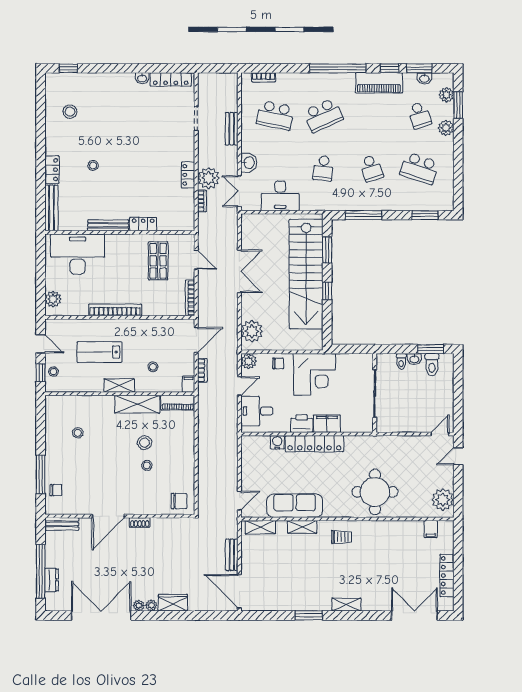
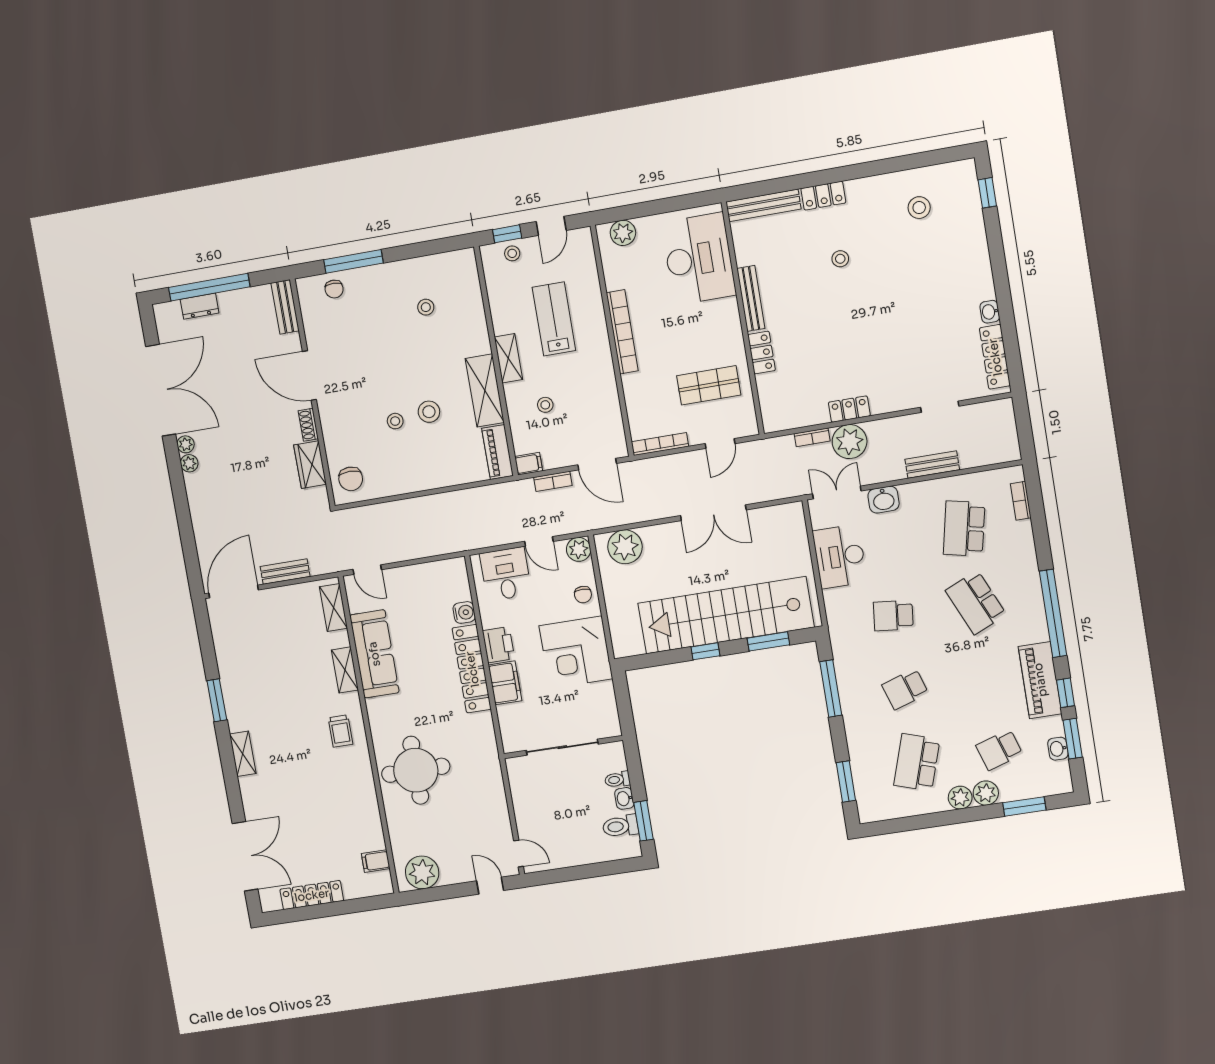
plant: (446, 95) -> (960, 798), moved
wardrobe: (173, 603) -> (310, 465), moved, turned 180

